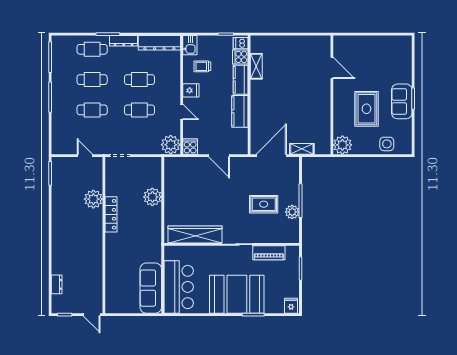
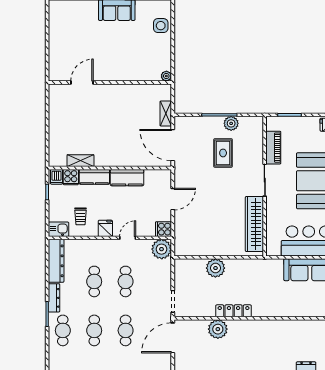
rug: (366, 109) -> (124, 47), removed
plant: (342, 145) -> (166, 76), width x0.53, depth x0.53
door: (85, 156) -> (173, 338), width x1.88

